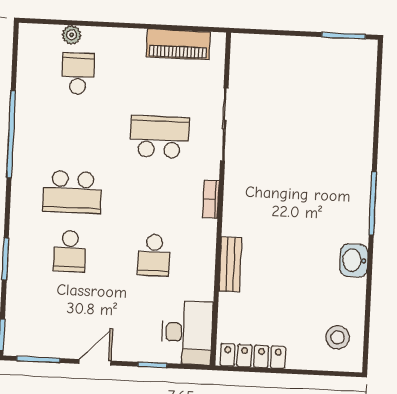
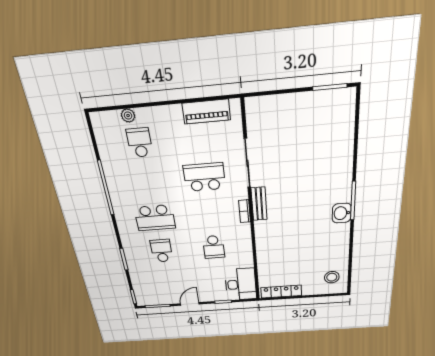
school desk: (70, 251) -> (161, 251), turned 180
washbasin: (354, 260) -> (342, 213), moved
bench: (230, 264) -> (259, 204), moved

